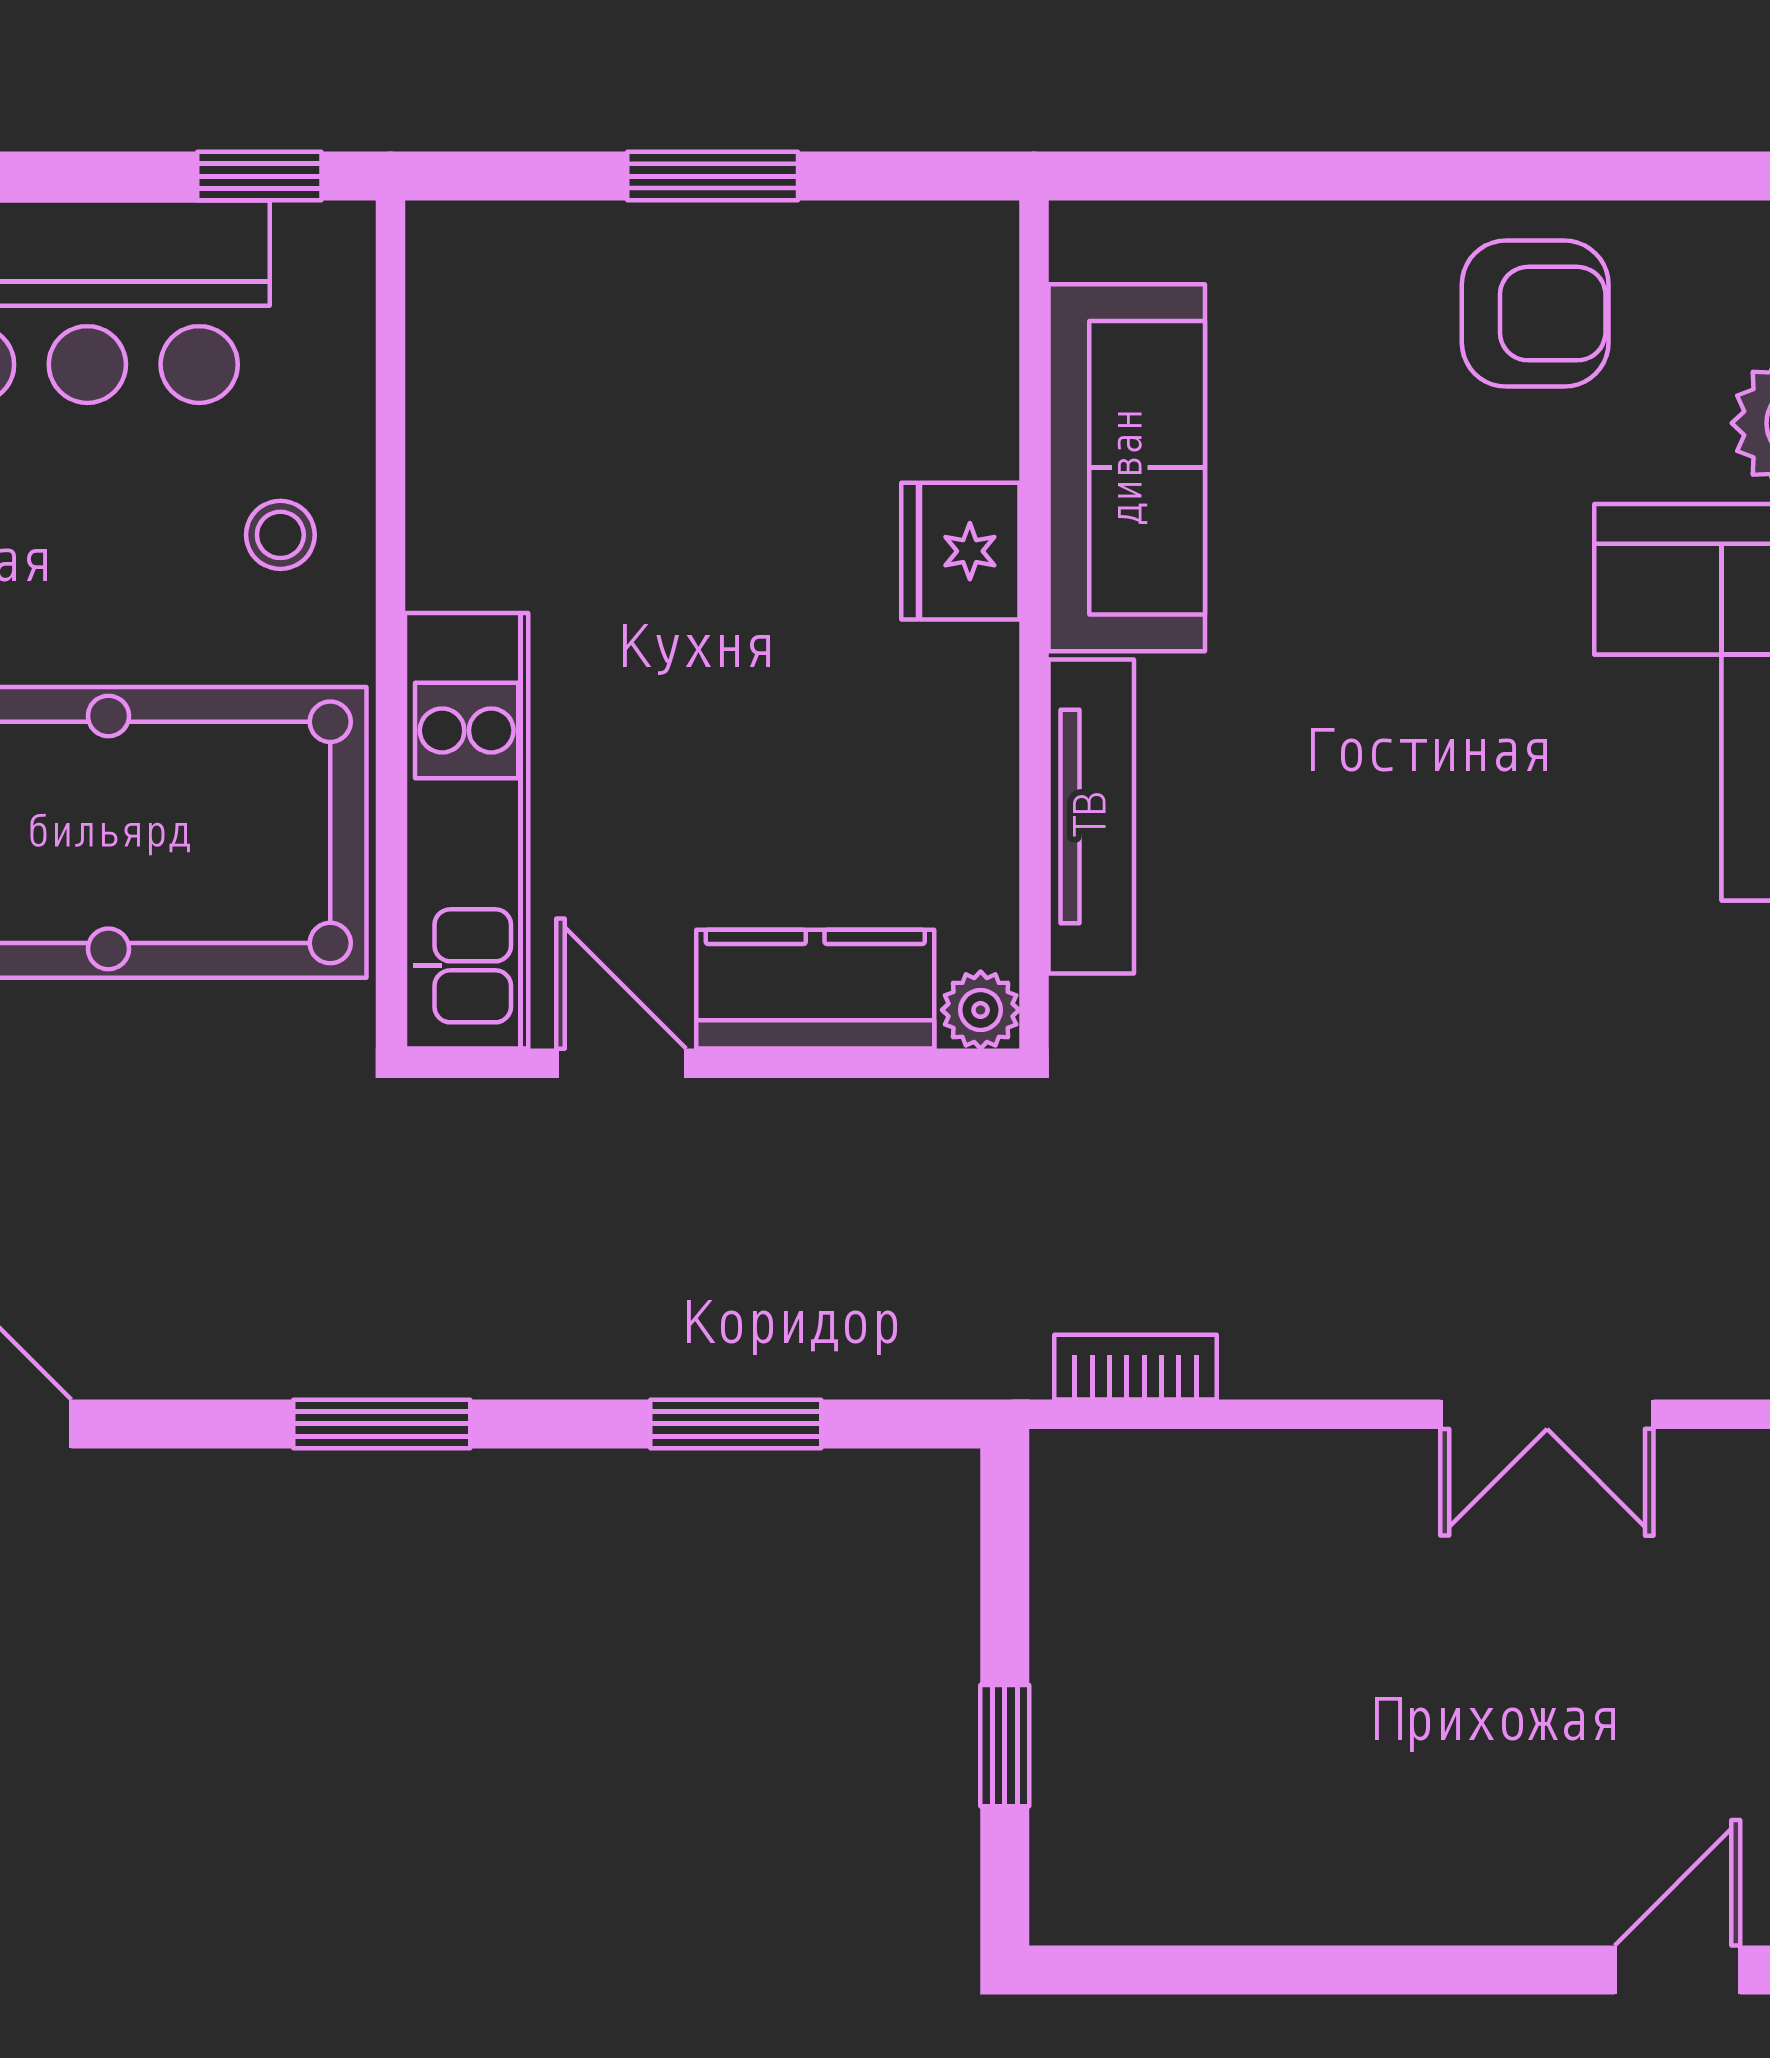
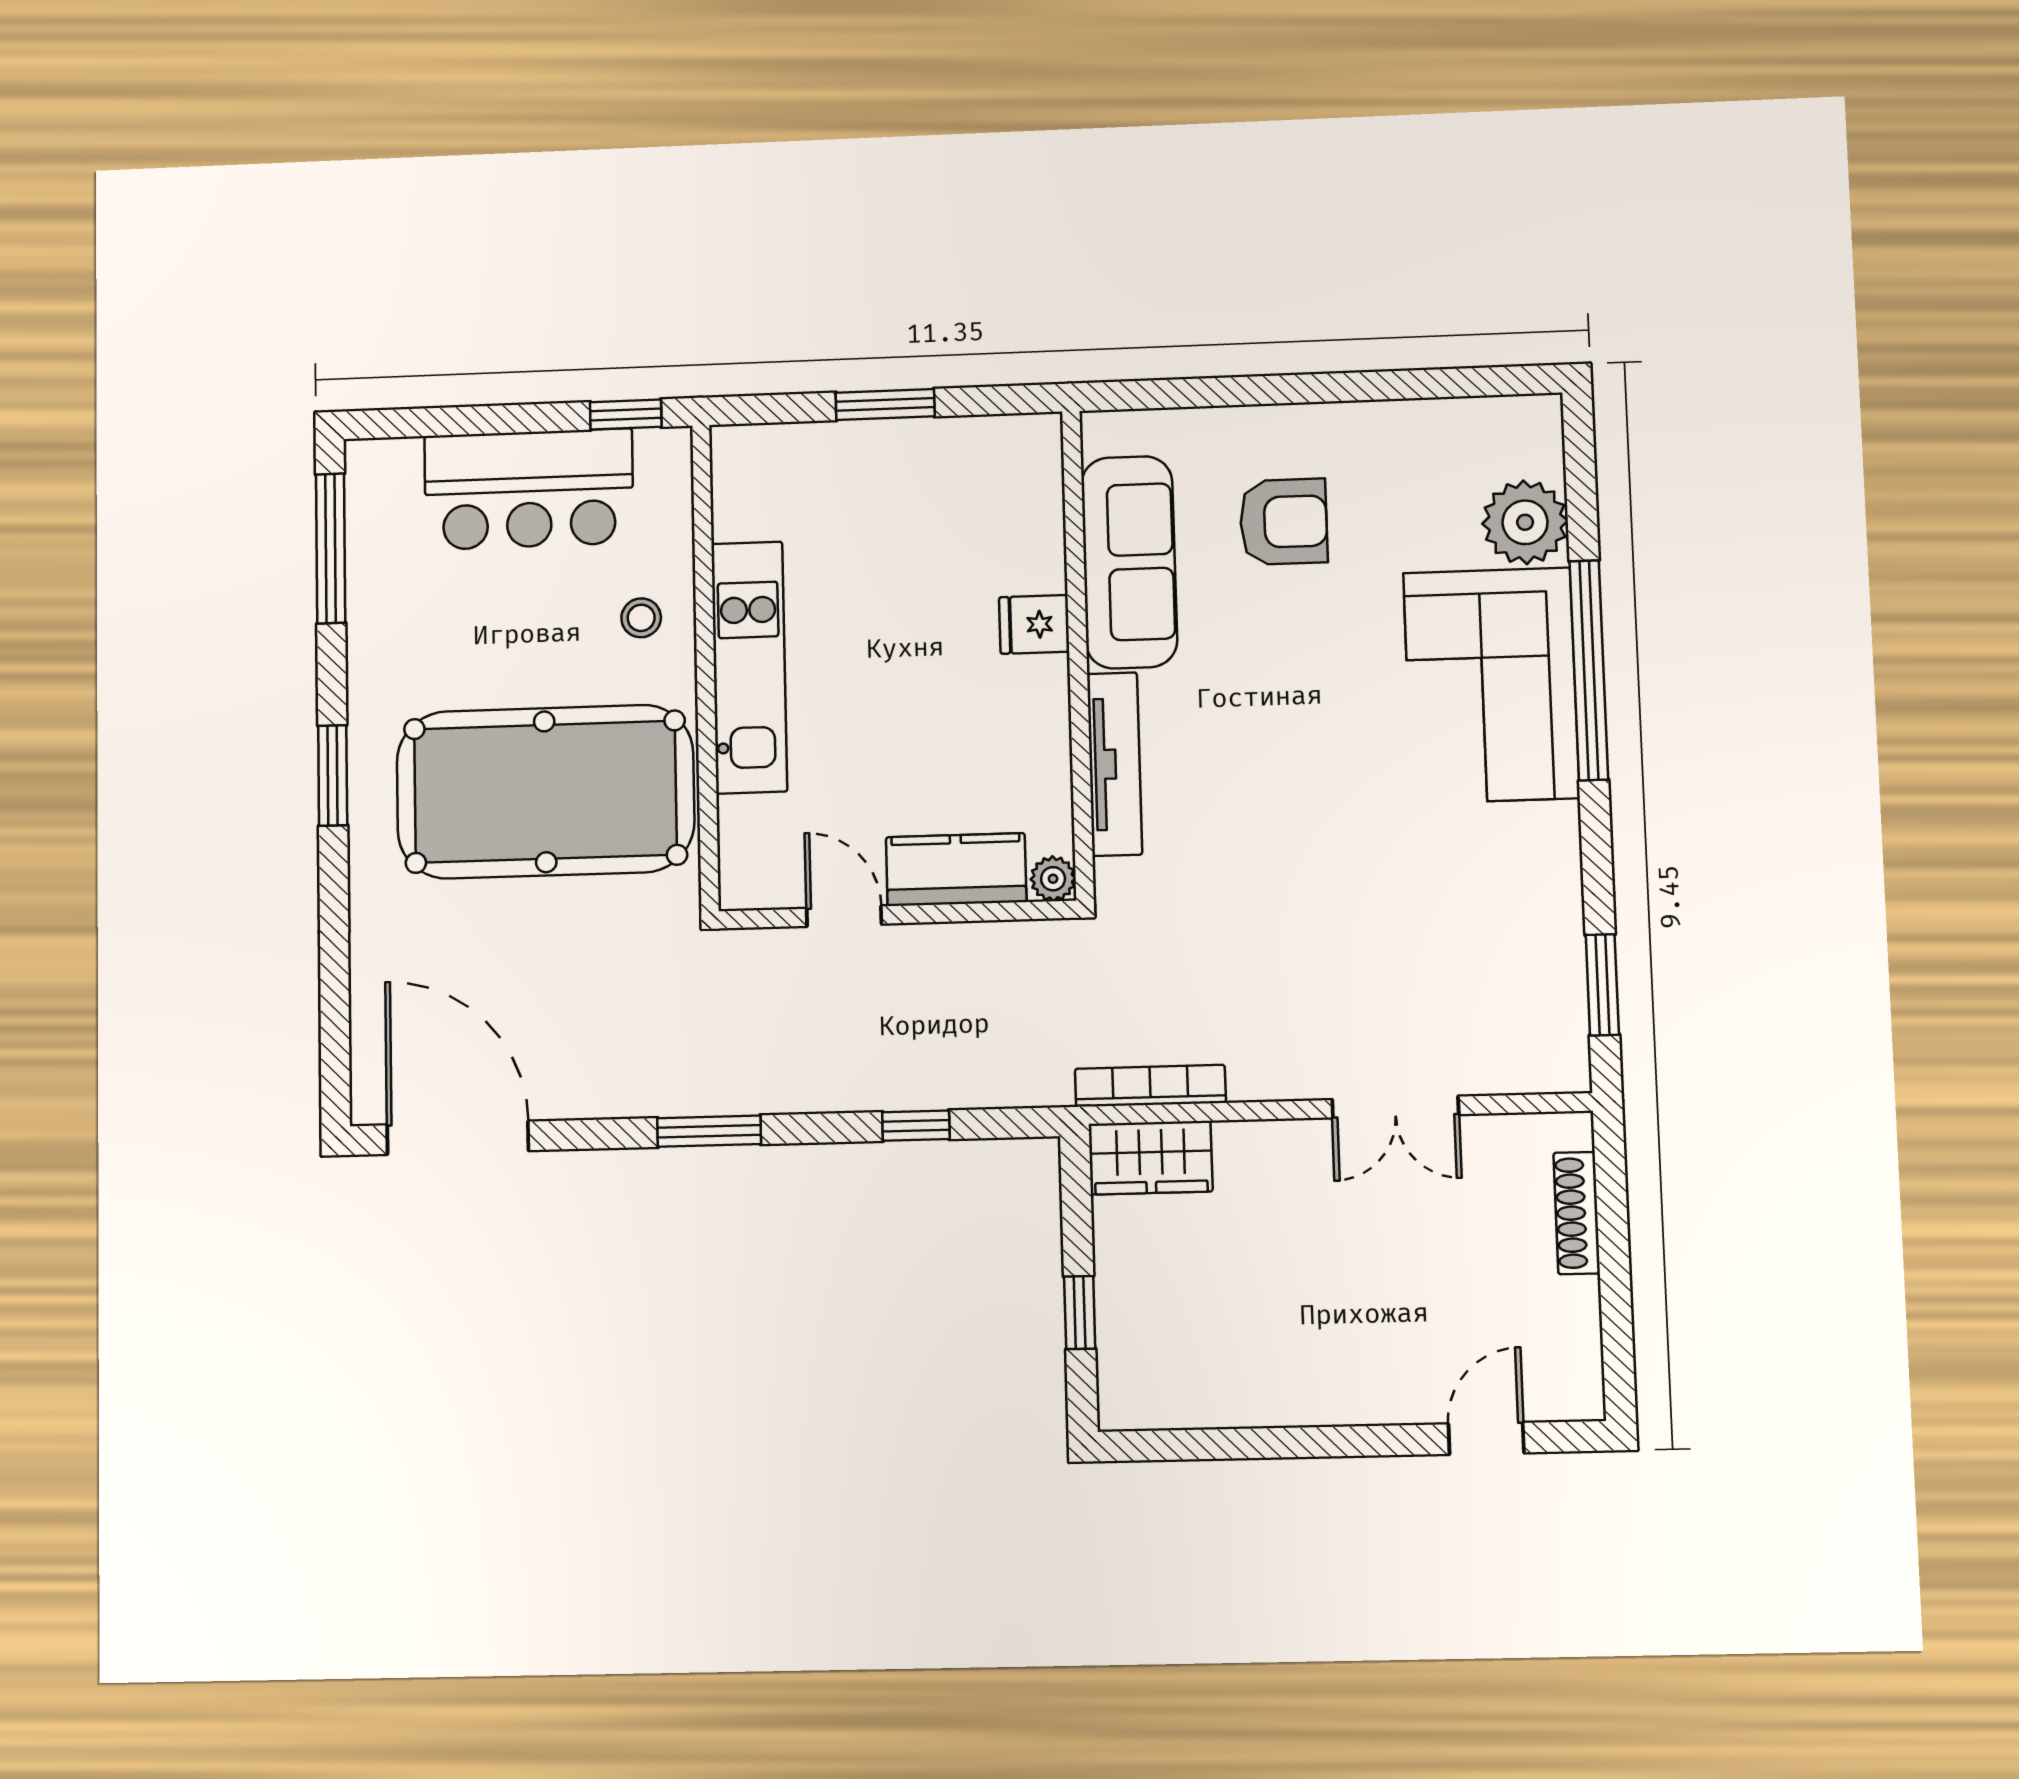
armchair: (1535, 314) -> (1284, 522), moved
fridge: (960, 551) -> (1034, 624), width x0.72
kitchen unit: (467, 831) -> (749, 667), moved
bookcase: (1135, 1367) -> (1150, 1086), width x1.56
window: (736, 1424) -> (916, 1126), width x0.67
wardrobe: (1132, 1489) -> (1151, 1158), added

